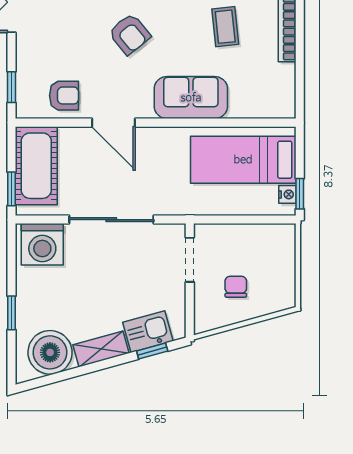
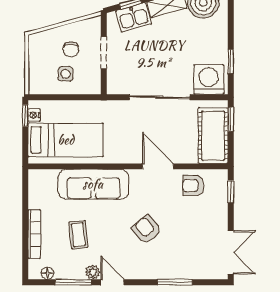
sofa: (191, 98) -> (93, 184), width x1.36
side table: (243, 252) -> (66, 74), added
doorway: (190, 260) -> (104, 53), moved
window: (11, 313) -> (231, 61), moved

